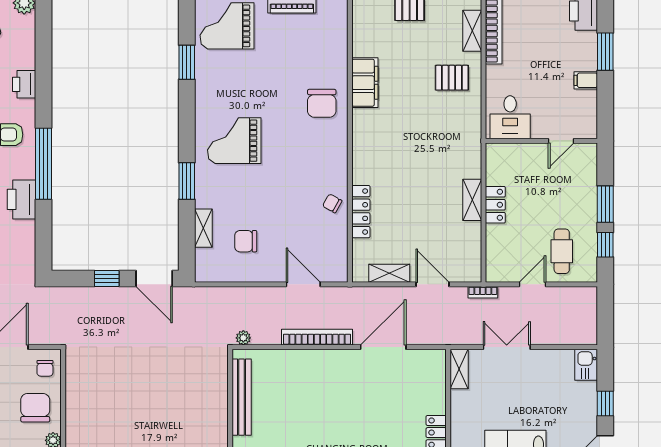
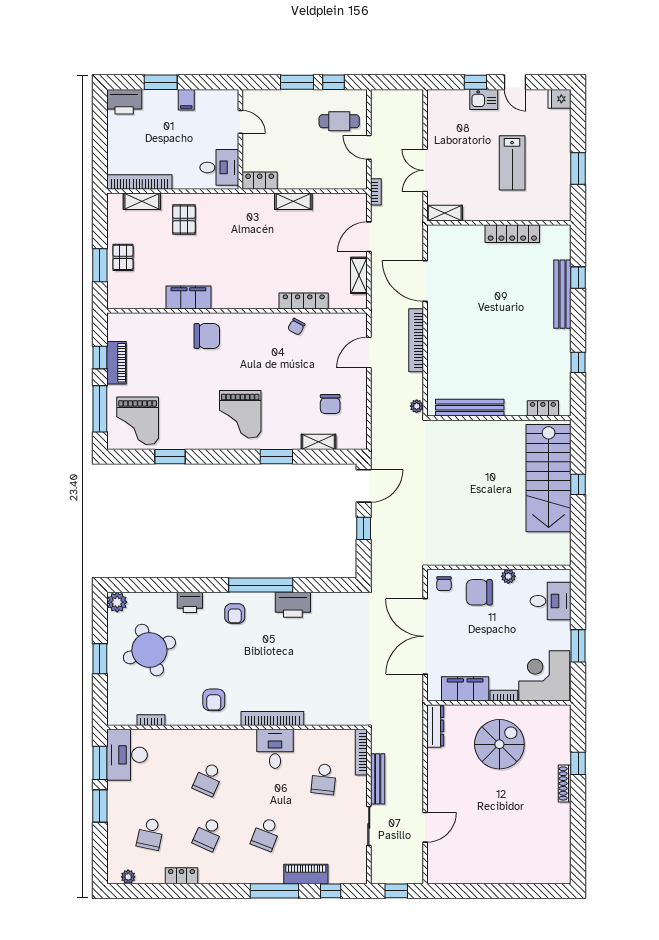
locker: (495, 205) -> (260, 181), moved
kitchen sink: (586, 365) -> (484, 99), moved
chair: (45, 368) -> (444, 584), turned 90

